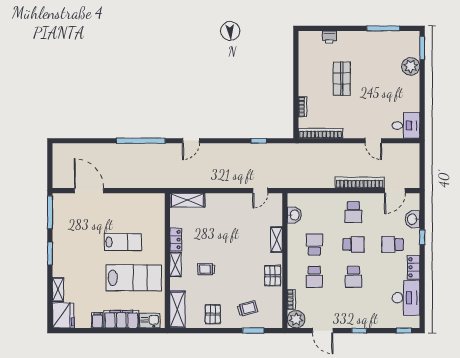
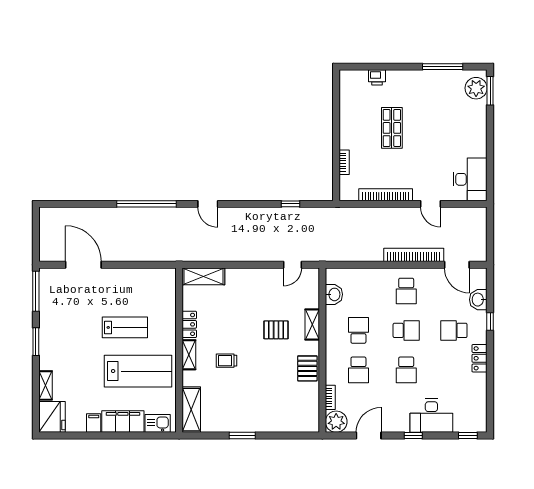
plant: (411, 66) -> (476, 88), moved
desk: (406, 125) -> (470, 179), width x1.37
bookcase: (320, 133) -> (386, 195), moved
door: (191, 141) -> (208, 204), hinge flipped
door: (395, 191) -> (457, 265), hinge flipped
desk: (406, 298) -> (431, 416), moved, turned 90
trolley: (247, 308) -> (277, 408), removed
pallet: (213, 314) -> (276, 330), moved, turned 90
window: (253, 331) -> (242, 435), moved
door: (323, 331) -> (369, 435), swing flipped

